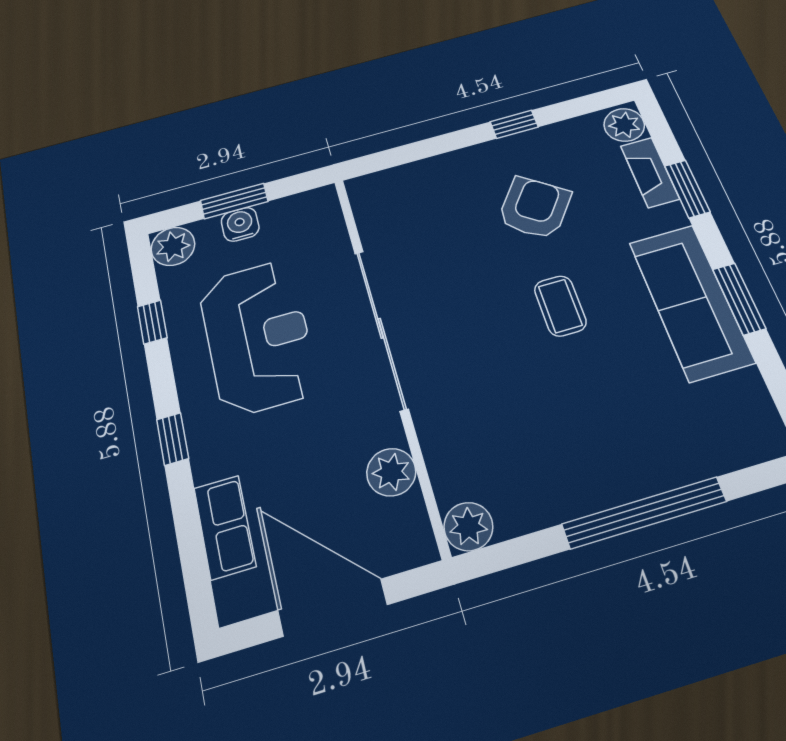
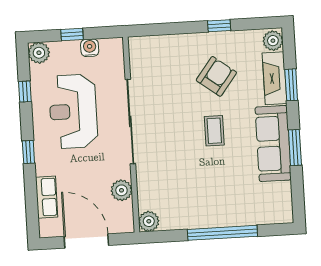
fireplace: (650, 172) -> (274, 78), width x1.37, depth x1.32
window: (234, 201) -> (72, 34), width x0.67
water cooler: (240, 224) -> (90, 48), moved
reception desk: (258, 336) -> (73, 111), turned 180

